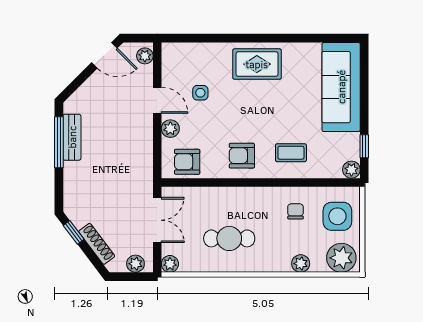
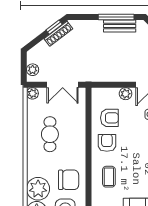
armchair: (187, 162) -> (109, 118), moved, turned 90
chair: (295, 211) -> (69, 180), width x1.87, depth x1.87
shoe rack: (97, 244) -> (58, 34), moved
plant: (301, 264) -> (38, 189), width x1.87, depth x1.87

